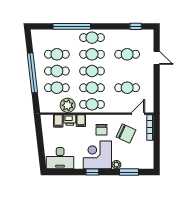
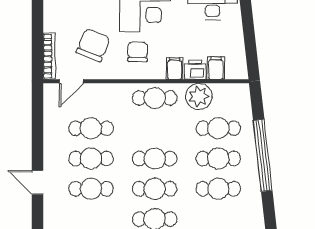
cafe table: (92, 88) -> (91, 159), moved
chair: (126, 134) -> (93, 45), turned 87

